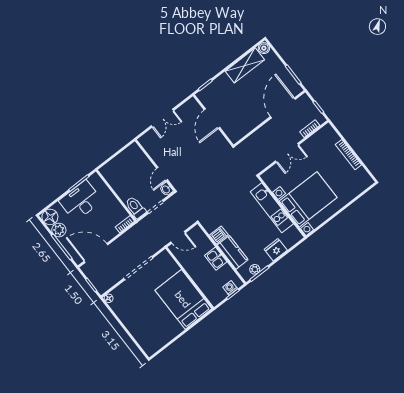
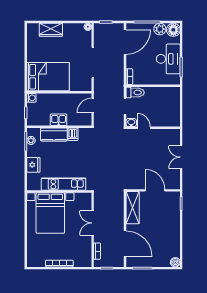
shelving: (245, 65) -> (133, 208), moved
washing machine: (230, 288) -> (31, 98), moved
wardrobe: (138, 330) -> (51, 30), added

